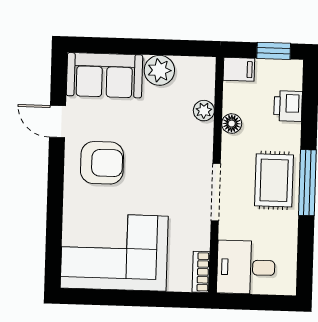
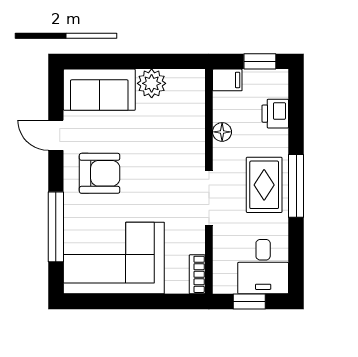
plant: (204, 111) -> (195, 120), removed
window: (54, 218) -> (56, 227), added
desk: (246, 267) -> (263, 267), moved, turned -90
window: (255, 302) -> (249, 301), added

